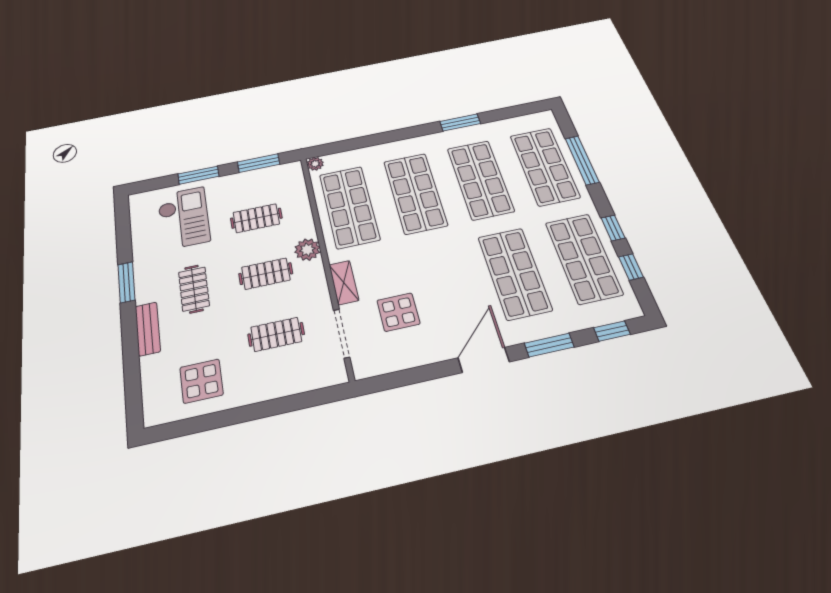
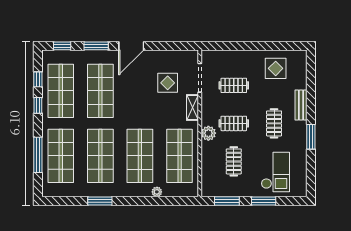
plant: (315, 164) -> (157, 192), moved
checkout: (184, 218) -> (275, 172), turned 180
clothes rail: (256, 218) -> (234, 161), turned 90

